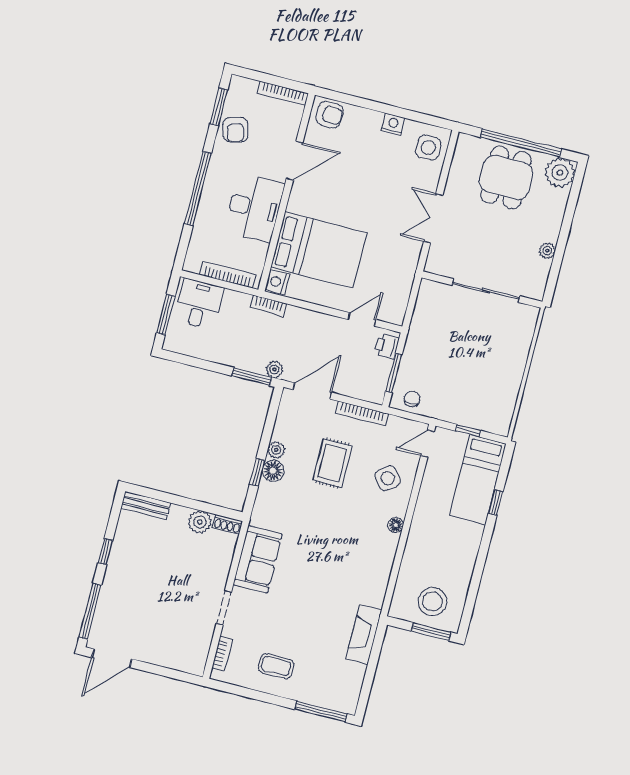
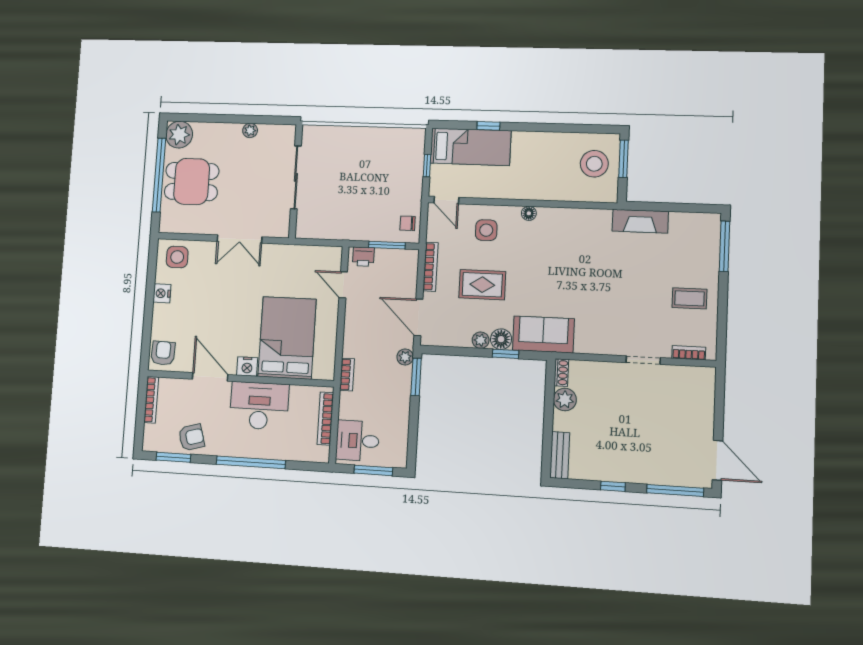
nightstand: (277, 282) -> (247, 367), moved
side table: (388, 478) -> (486, 230), turned 38
sofa: (258, 559) -> (543, 334), moved
coffee table: (276, 666) -> (689, 298), turned 90

